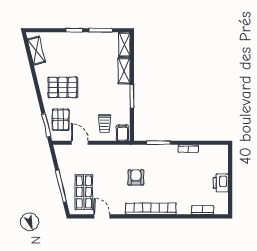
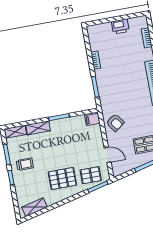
pallet: (63, 87) -> (62, 179), turned 90
trolley: (104, 123) -> (25, 164), moved
door: (80, 143) -> (108, 155), swing flipped
armchair: (136, 177) -> (115, 123), moved, turned -126

